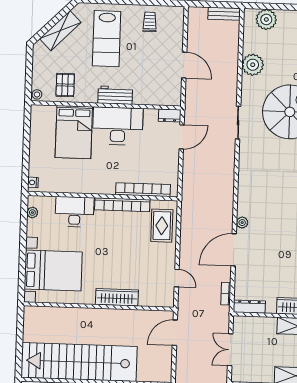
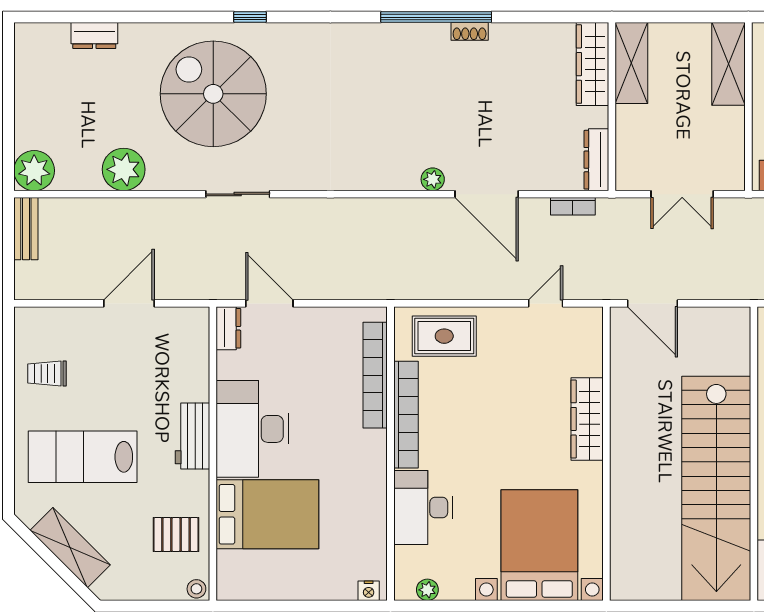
plant: (266, 19) -> (34, 171), moved
lab bench: (107, 39) -> (83, 457), turned 180

